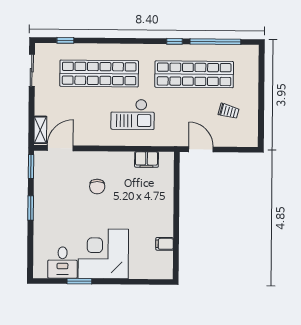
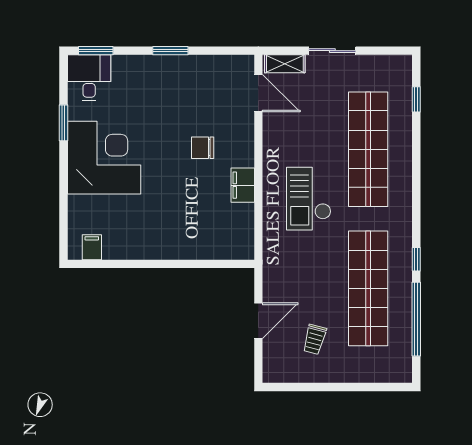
sliding door: (32, 70) -> (332, 51), moved
door: (201, 149) -> (258, 321), moved
filing cabinet: (147, 160) -> (243, 185), moved
window: (31, 166) -> (96, 51), moved
filing cabinet: (165, 244) -> (92, 247), moved
desk: (63, 263) -> (89, 78), moved, turned 90

